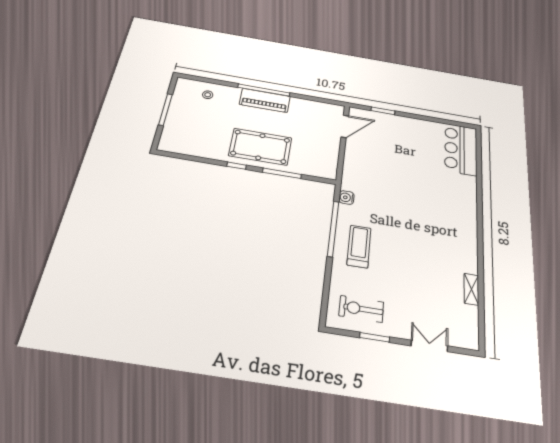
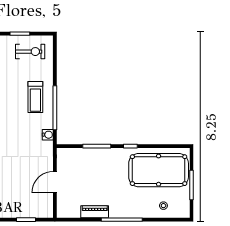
piano: (265, 100) -> (95, 212), moved, width x0.73, depth x0.75
door: (345, 126) -> (55, 182), moved
pool table: (260, 147) -> (159, 170), moved, width x1.36, depth x1.32

